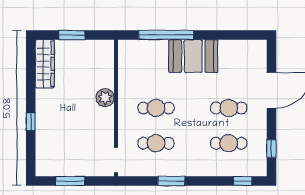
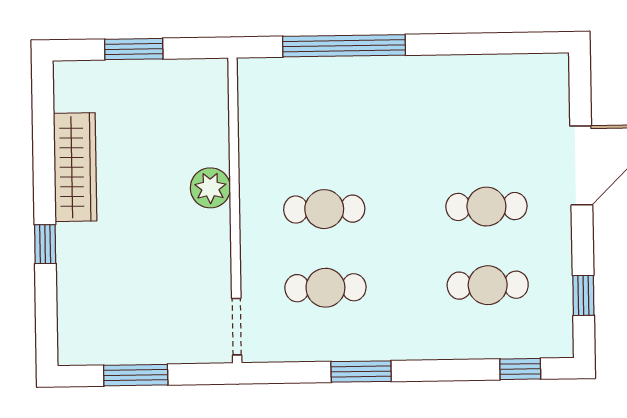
booth: (193, 56) -> (406, 92), removed
wardrobe: (45, 64) -> (75, 167), moved

